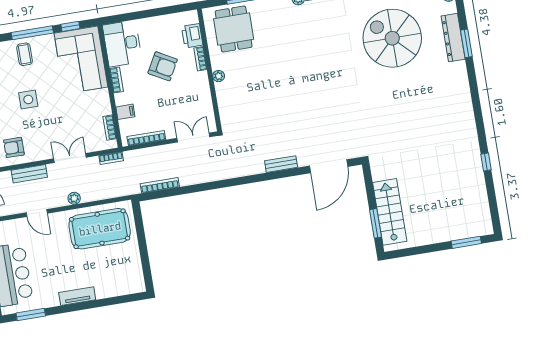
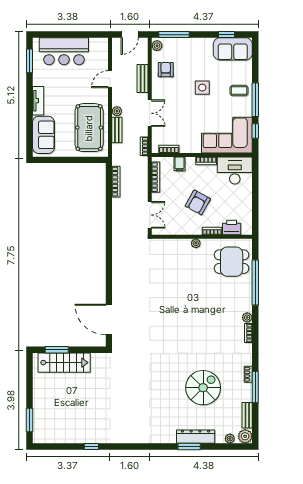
spiral stairs: (392, 38) -> (203, 388), width x0.73, depth x0.73
armchair: (163, 66) -> (198, 202), moved
bench: (281, 164) -> (117, 130), moved
sofa: (118, 283) -> (43, 135), added

